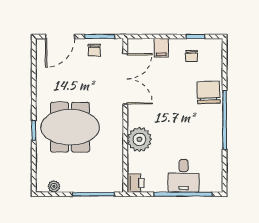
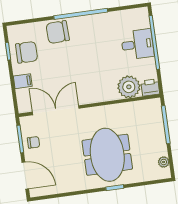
chair: (192, 56) -> (27, 52), width x1.87, depth x1.87
plant: (139, 139) -> (129, 87), moved

